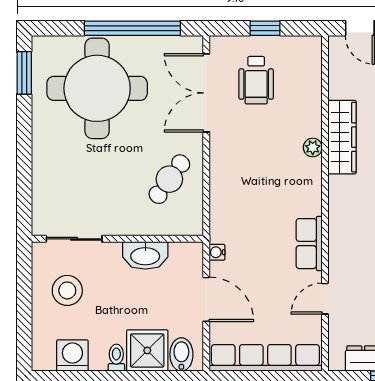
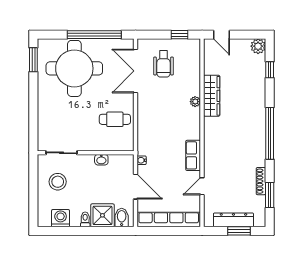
window: (265, 28) -> (179, 35), moved
cafe table: (169, 179) -> (115, 119), turned 54
washbasin: (145, 255) -> (101, 160), width x0.52, depth x0.69

